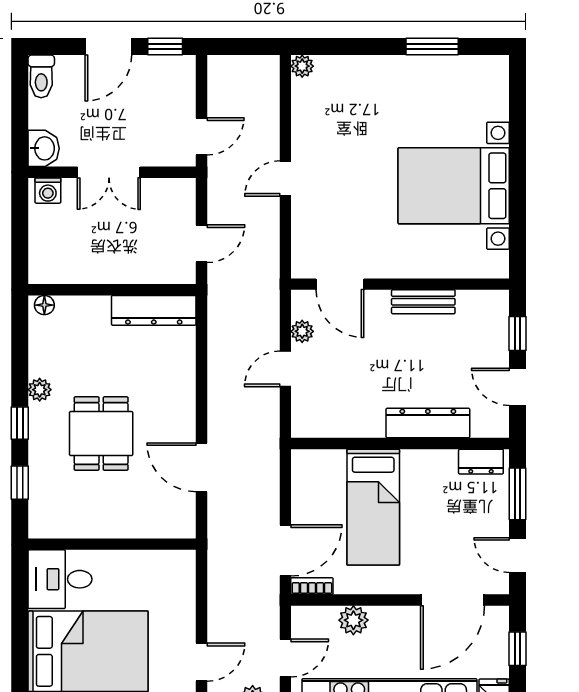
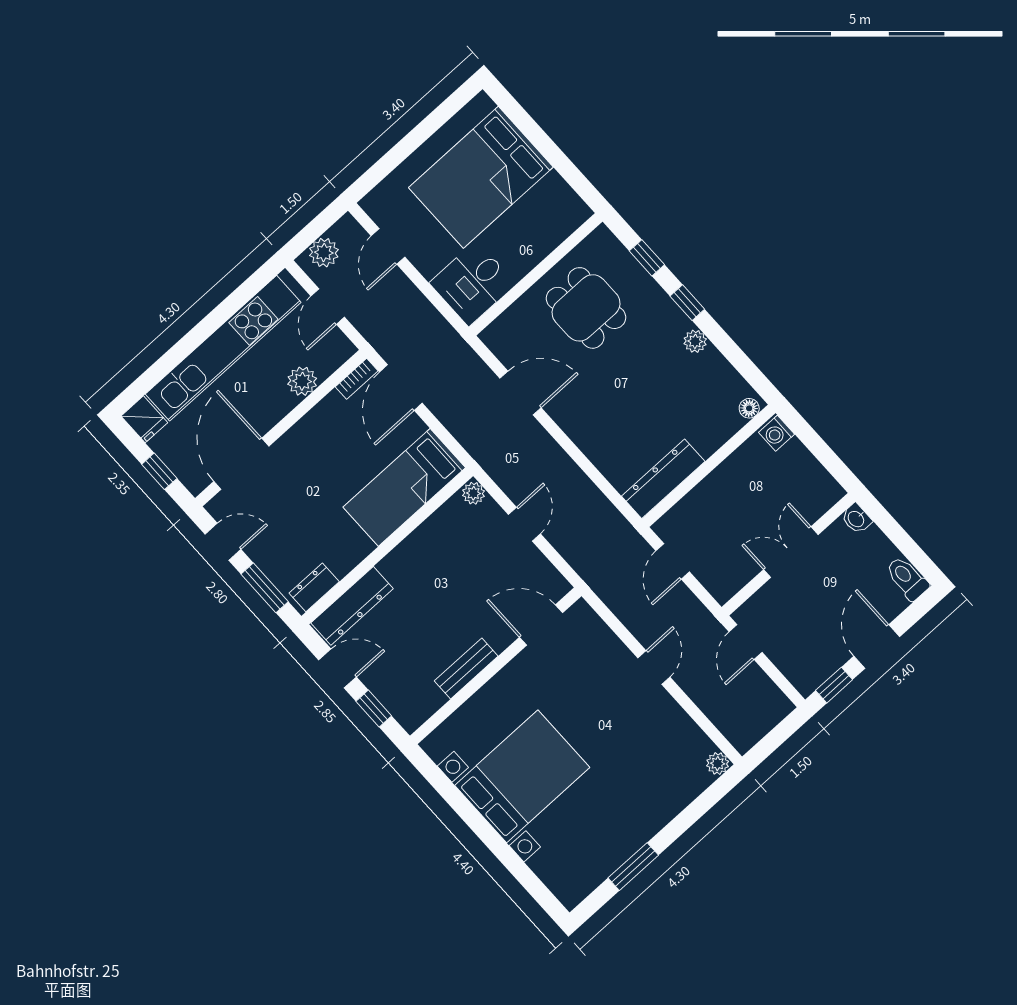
washbasin: (44, 148) -> (856, 519), width x0.72, depth x0.69
washing machine: (48, 191) -> (777, 433), moved, turned -90
plant: (302, 331) -> (474, 493), moved
dresser: (428, 423) -> (352, 606), moved
dining table: (101, 434) -> (586, 308), moved
bed: (373, 507) -> (404, 487), moved, turned -90
desk: (60, 579) -> (473, 283), moved, turned 180

